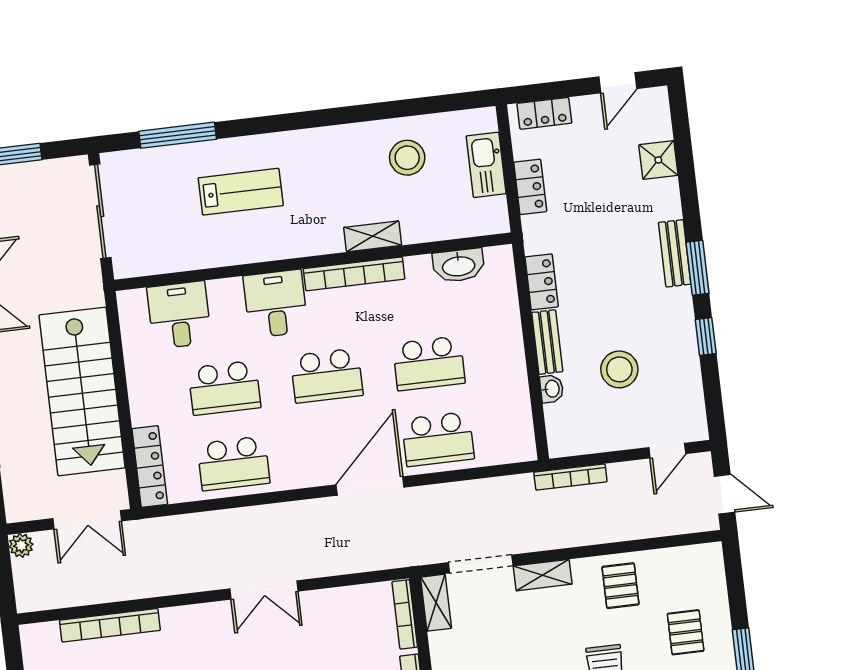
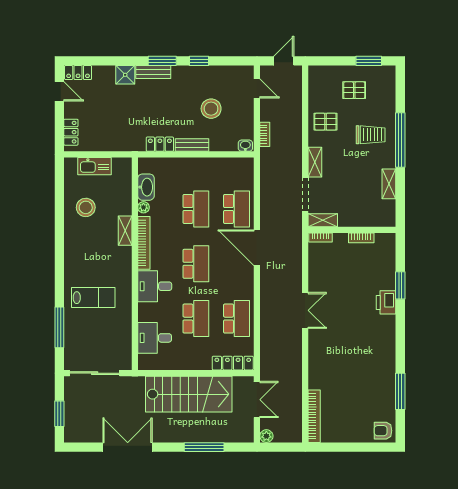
shower: (658, 160) -> (125, 75), moved
locker: (530, 187) -> (78, 73), moved, turned 180
lab bench: (241, 192) -> (93, 298), turned 90
plant: (420, 265) -> (143, 207), added
washbasin: (552, 389) -> (245, 146), moved
bookcase: (570, 477) -> (265, 134), width x0.64
bookcase: (405, 614) -> (320, 238), width x0.64
bookcase: (110, 625) -> (314, 416), moved

